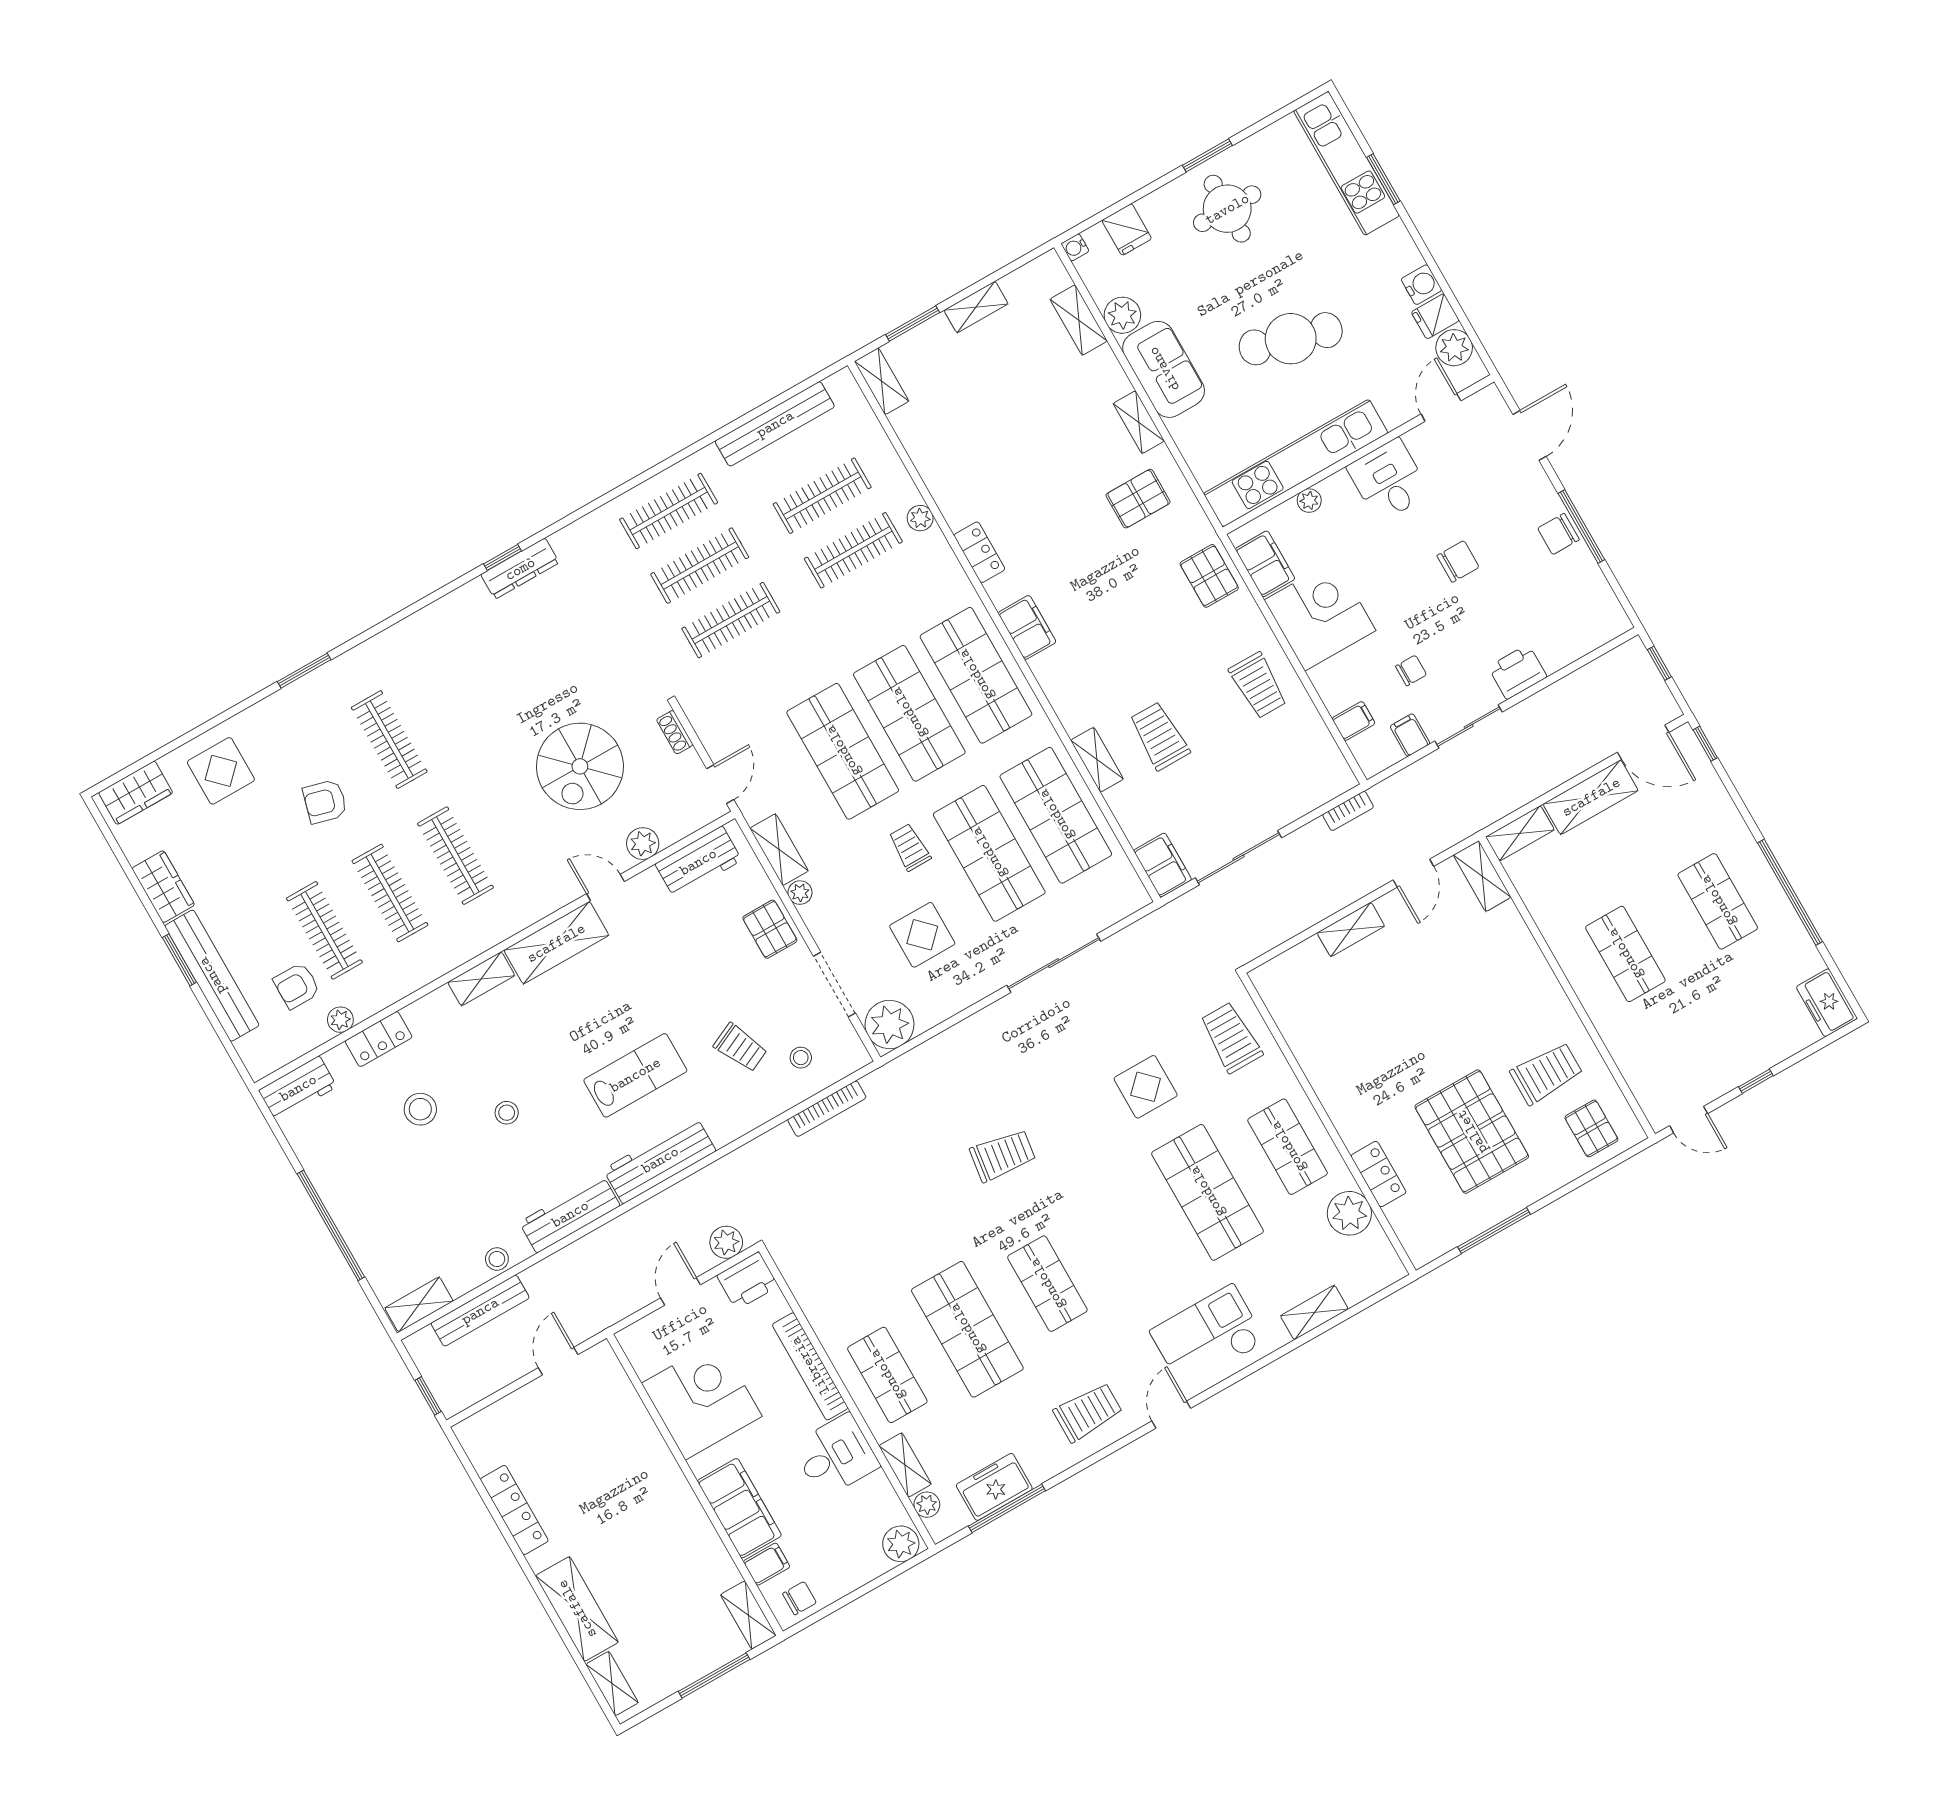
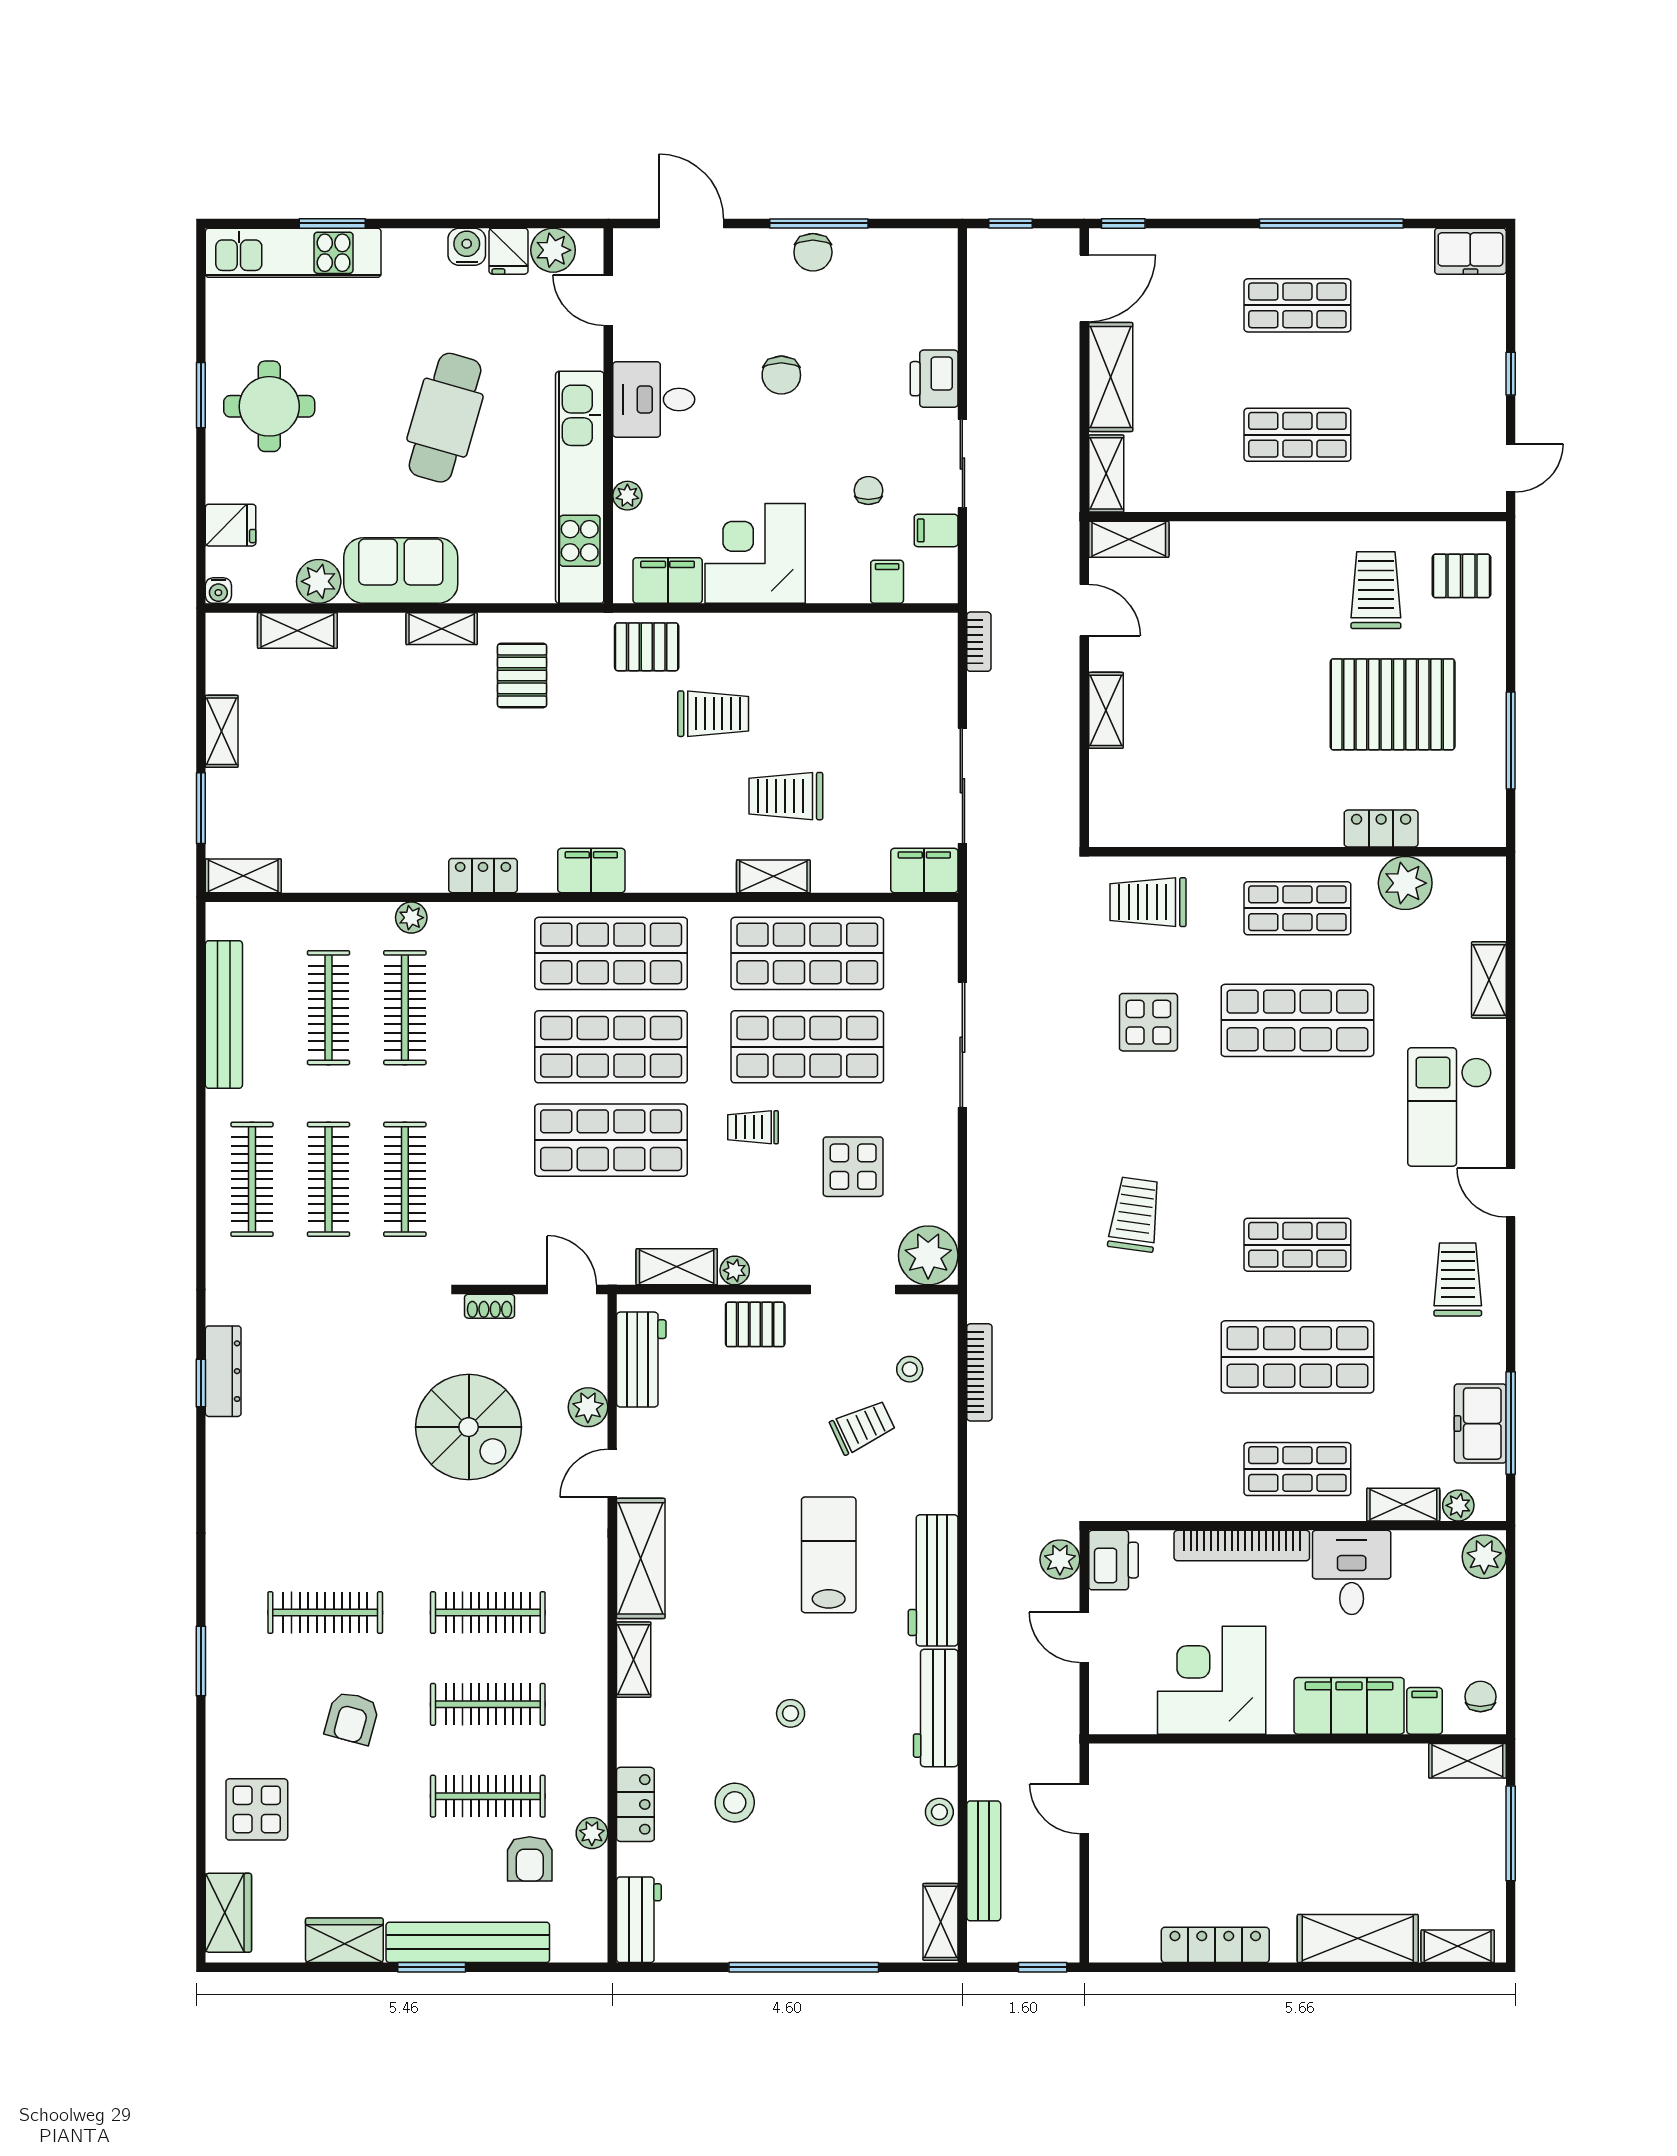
chair: (1458, 561) -> (781, 375), turned 180
trolley: (1258, 685) -> (713, 714), moved

